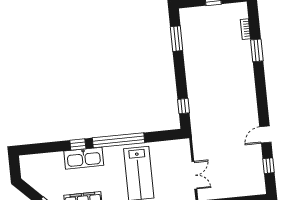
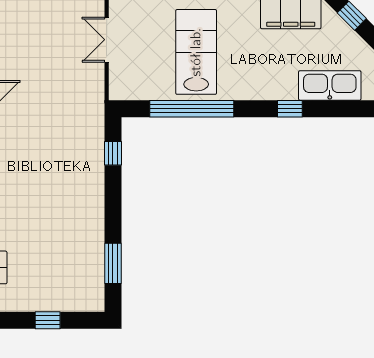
window: (119, 140) -> (192, 109), moved
kitchen sink: (84, 158) -> (330, 85), moved

